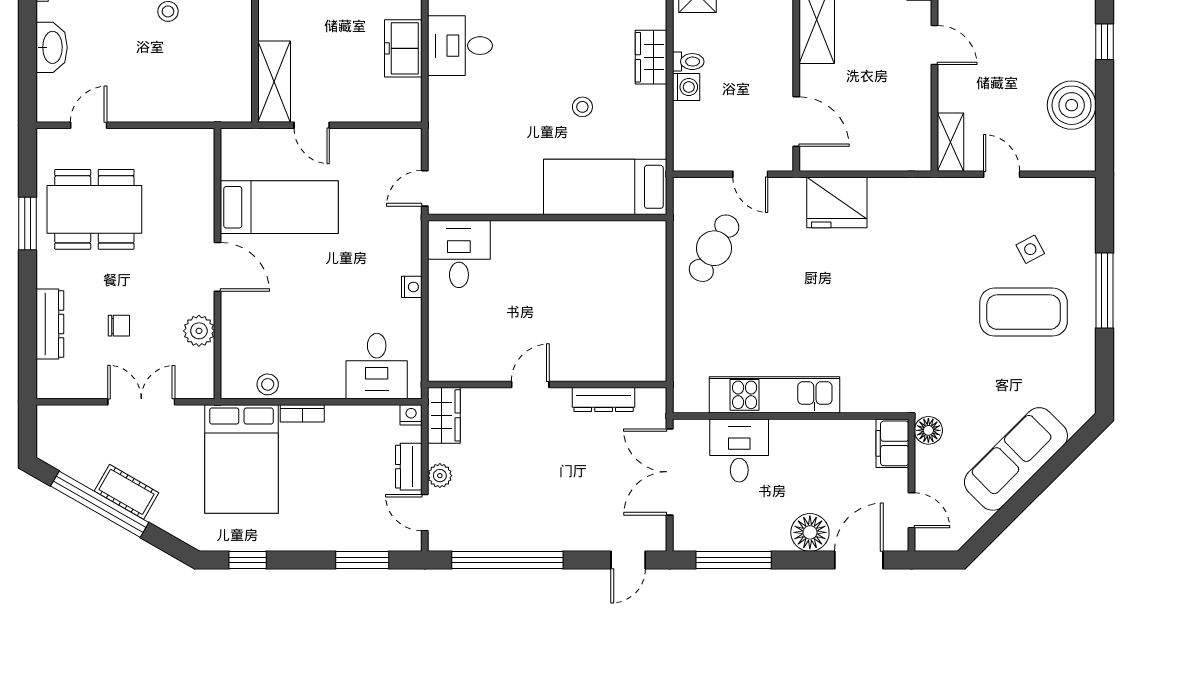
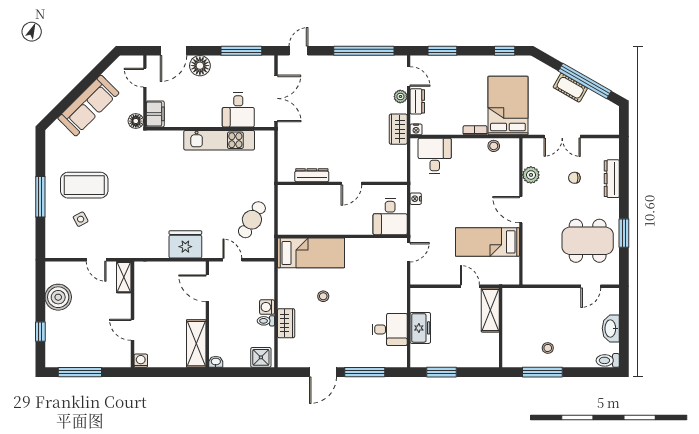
door: (530, 384) -> (351, 183), moved
wall: (547, 384) -> (342, 183), moved
dresser: (604, 400) -> (312, 175), moved

